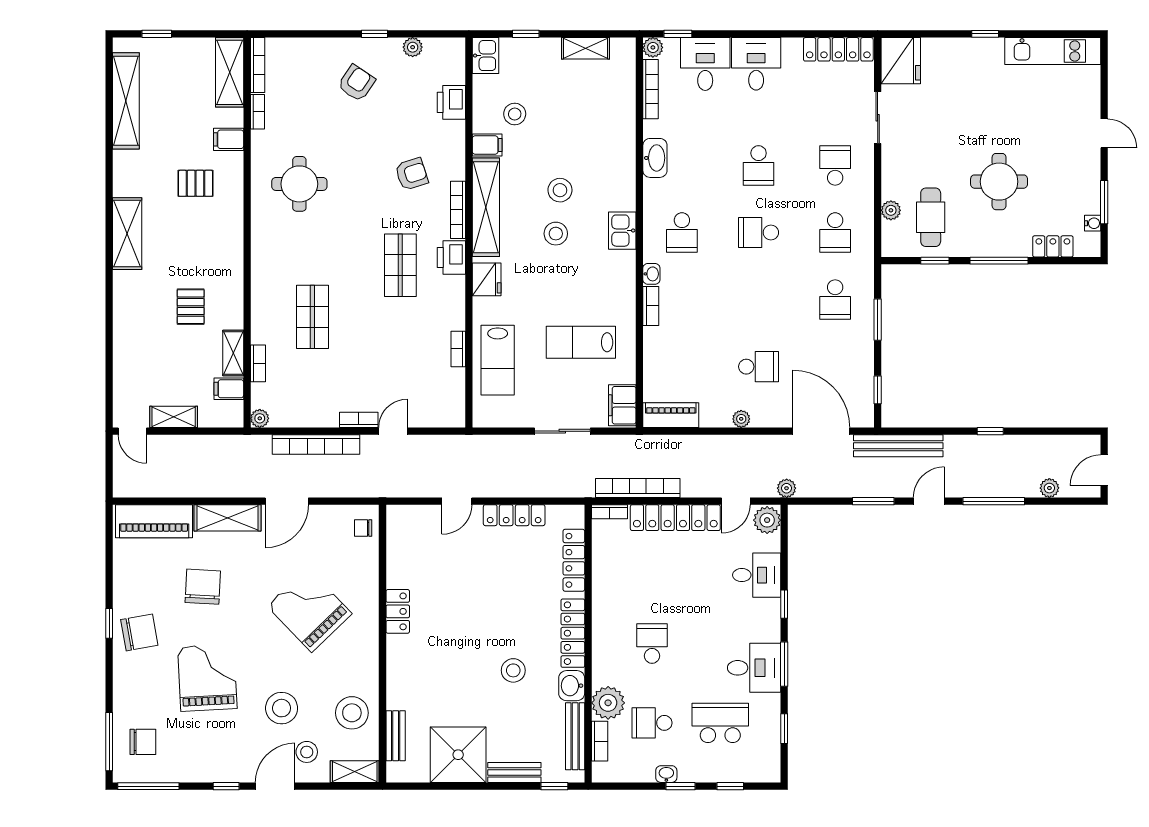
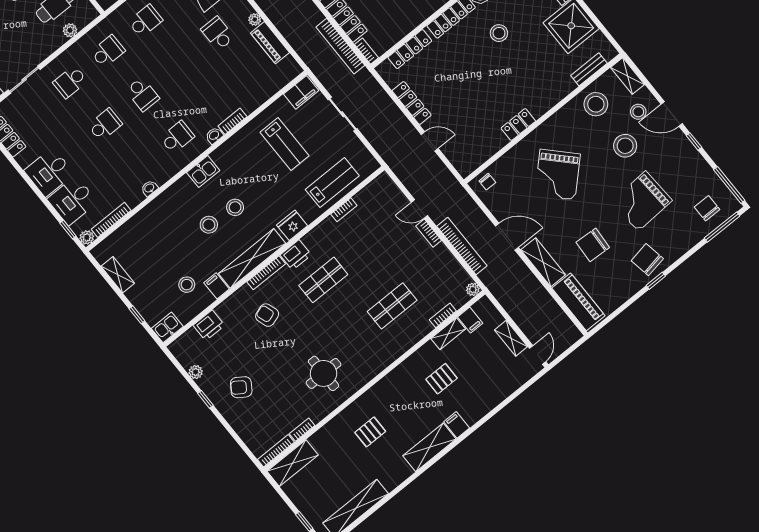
filing cabinet: (229, 139) -> (457, 425), moved, turned 180
washbasin: (655, 158) -> (149, 188), width x0.52, depth x0.69
pallet: (196, 183) -> (370, 432), turned 90
piano: (671, 415) -> (270, 43), moved

